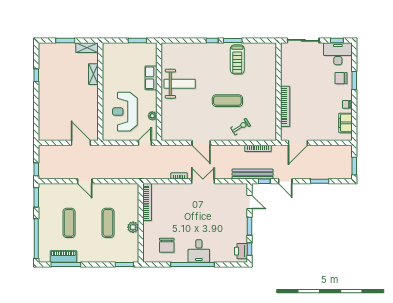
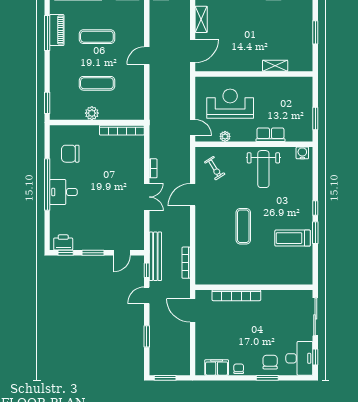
shelving: (87, 48) -> (201, 19), moved
water cooler: (166, 51) -> (302, 153), added
exercise bike: (241, 127) -> (215, 168), moved

